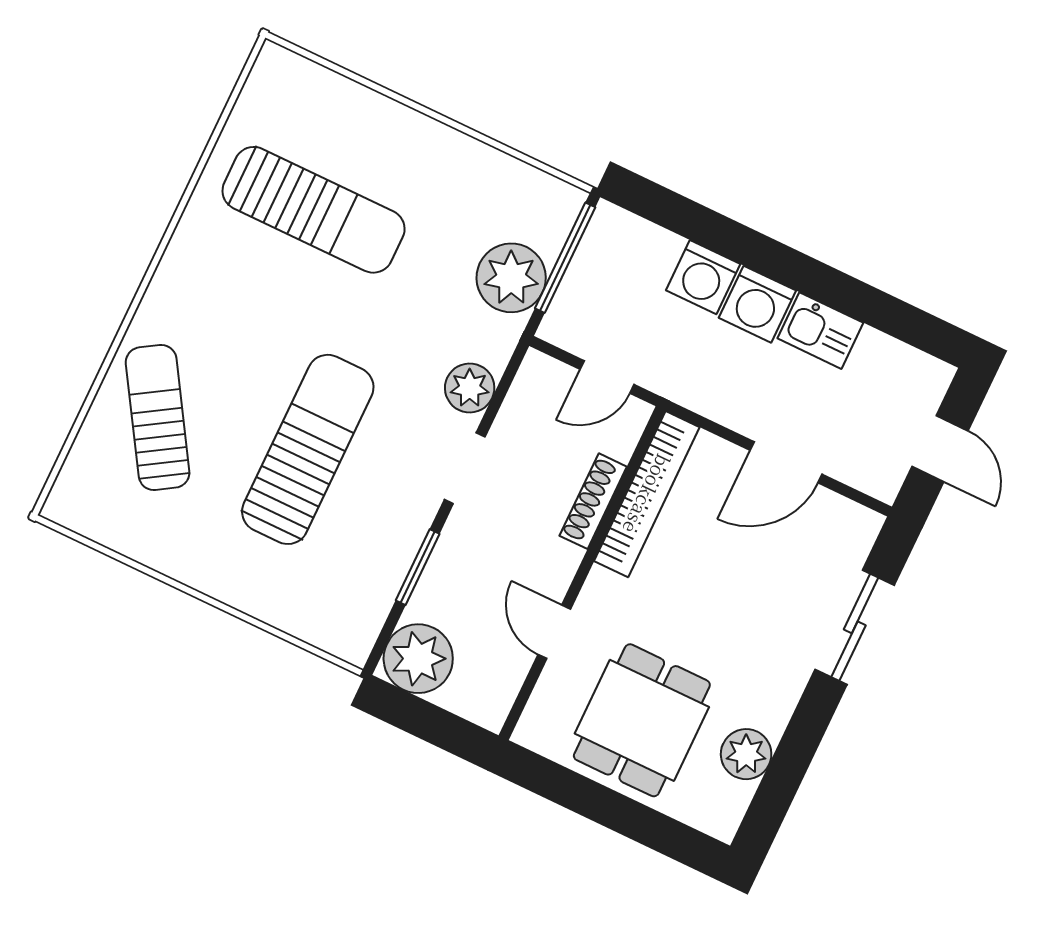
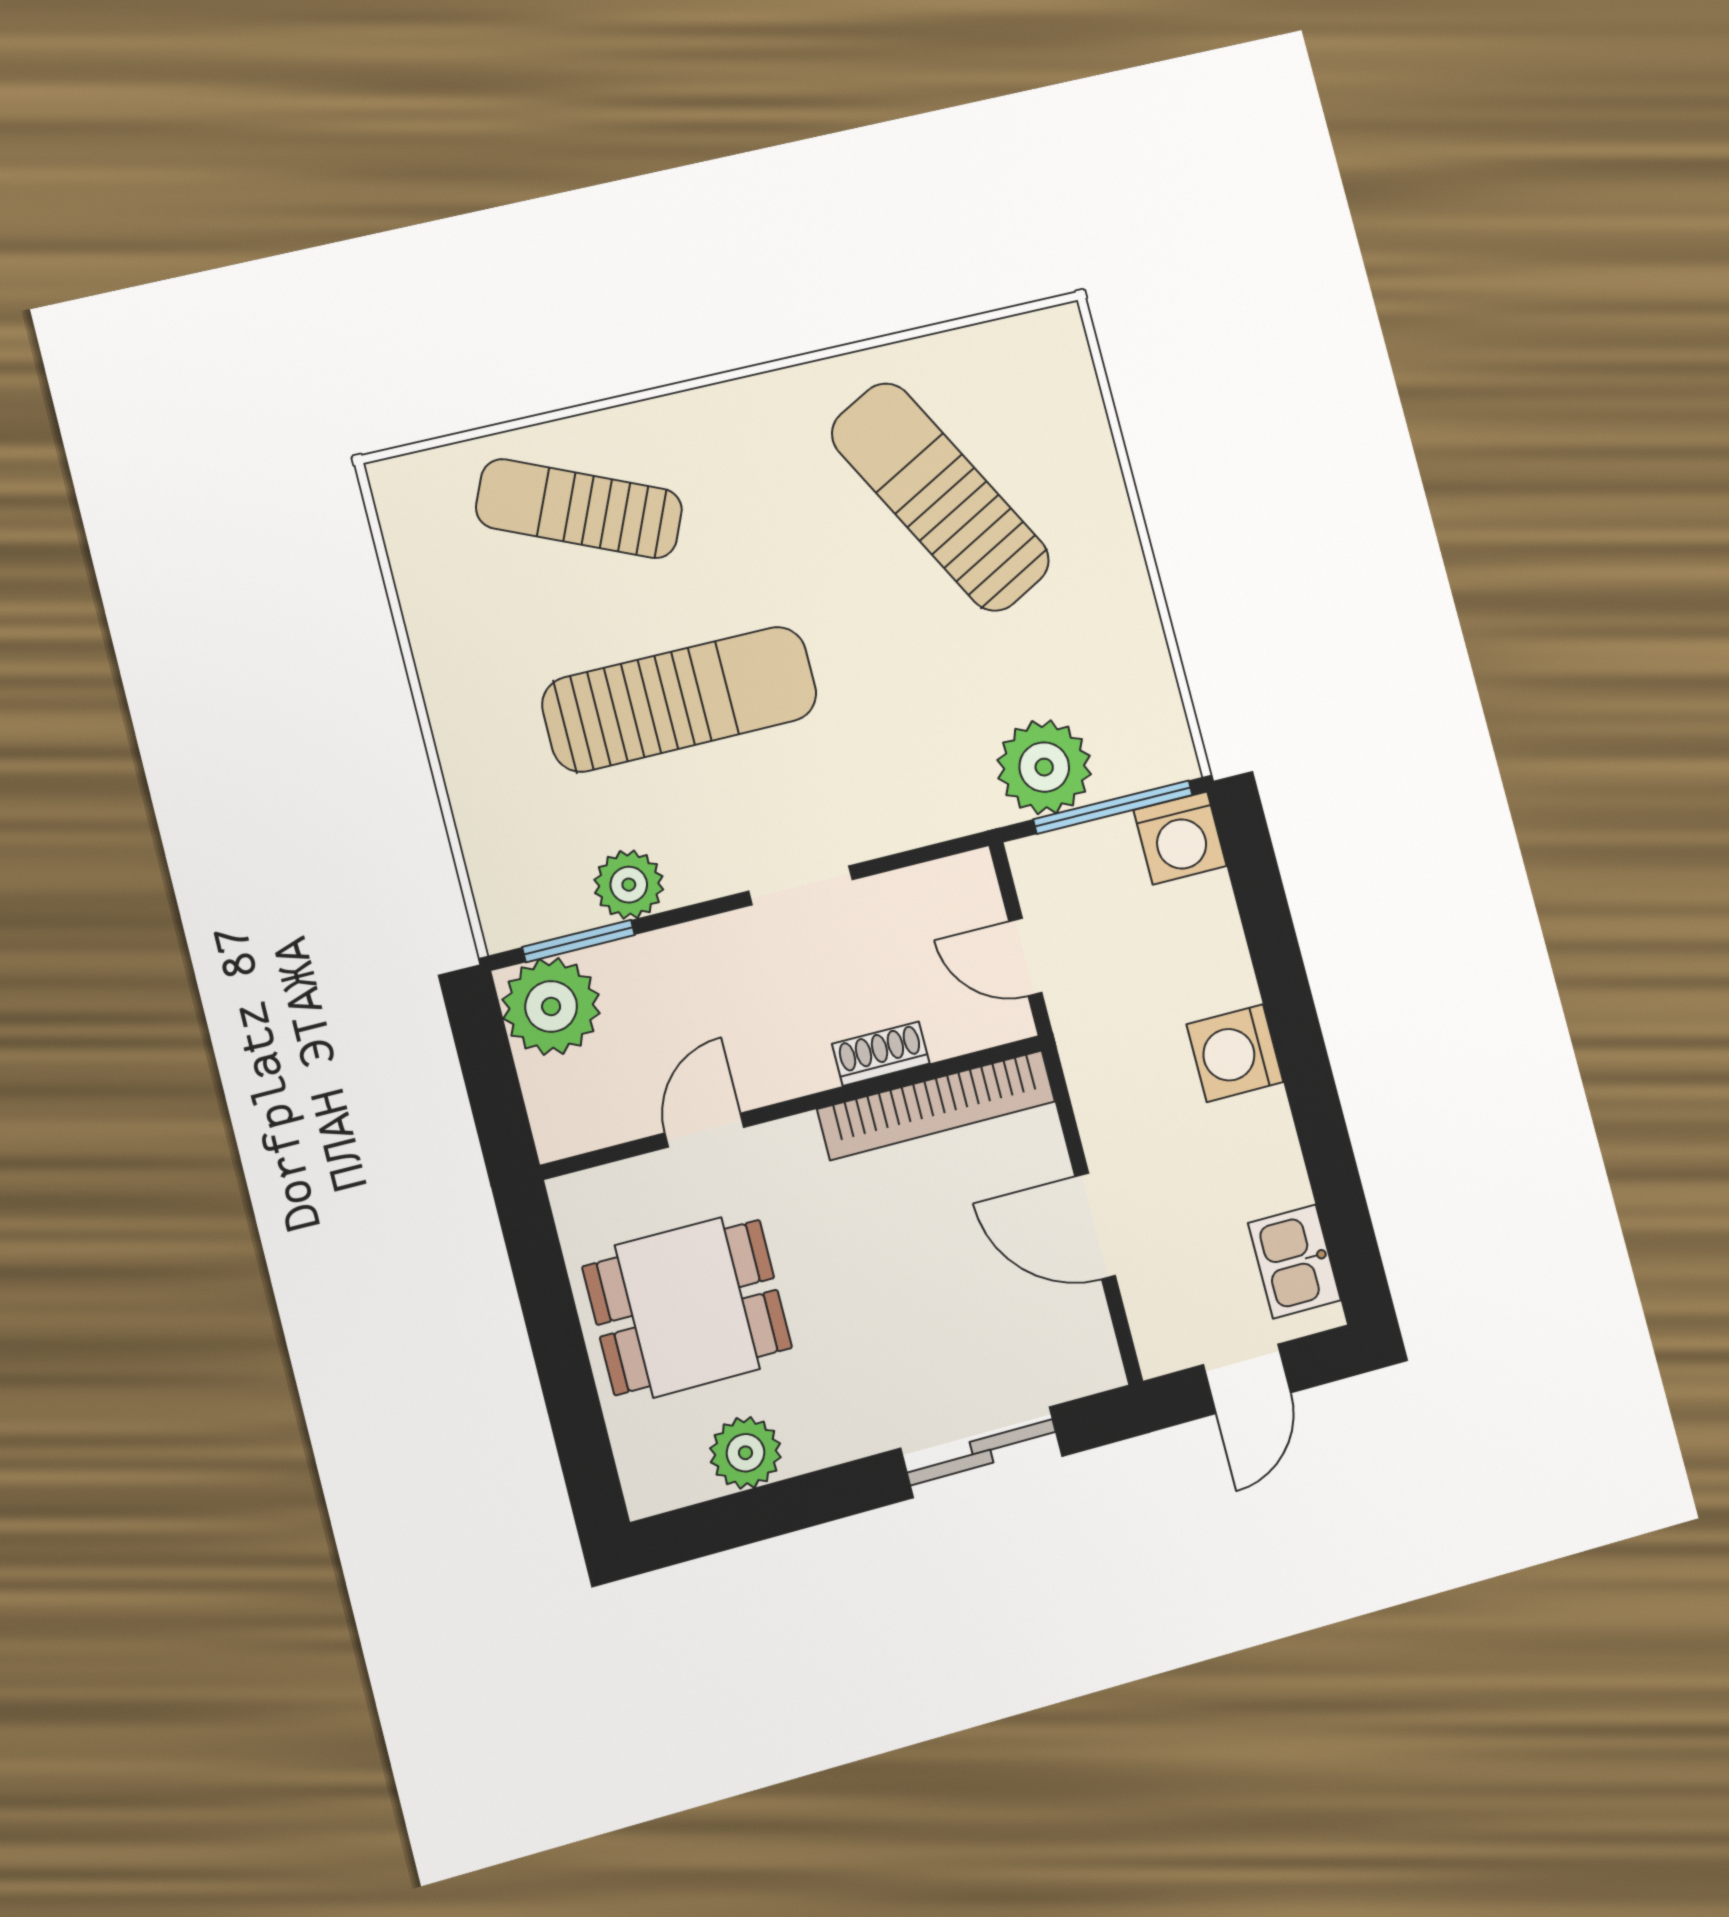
sun lounger: (314, 210) -> (940, 497), turned 152
washing machine: (703, 277) -> (1180, 838), moved, turned -90
kitchen sink: (820, 331) -> (1294, 1262), moved
plant: (470, 388) -> (629, 885), moved
sun lounger: (158, 417) -> (579, 509), turned -124
shoe rack: (593, 501) -> (881, 1054), width x0.70
window: (418, 567) -> (579, 941), moved

